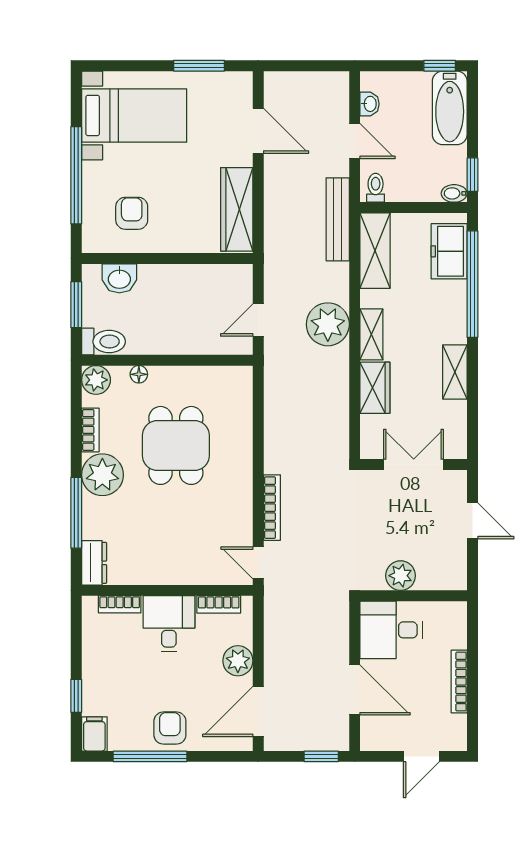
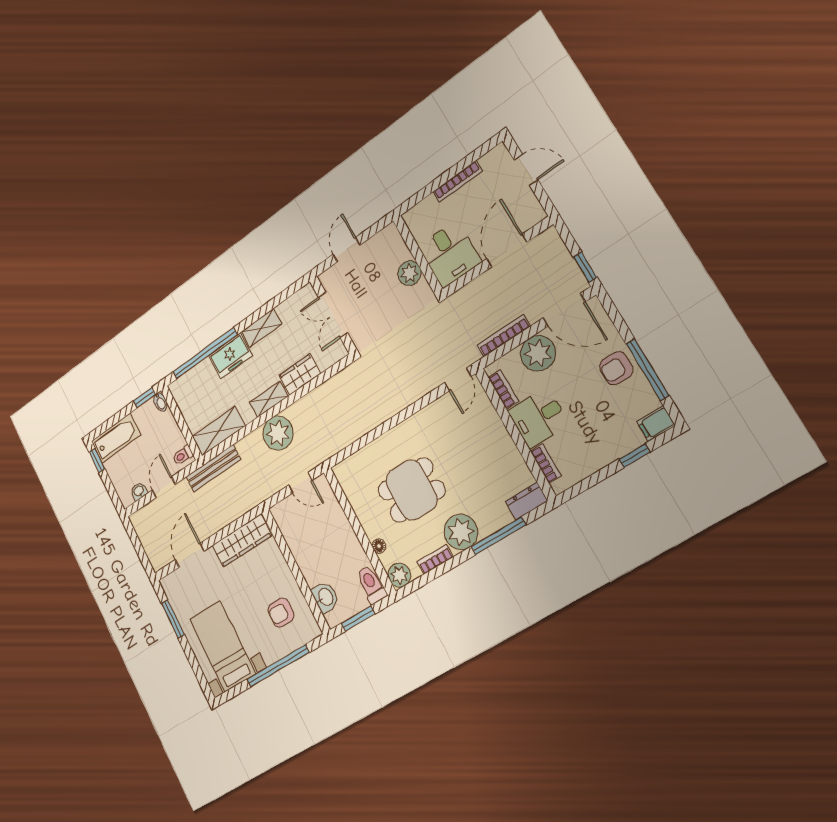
freezer: (449, 251) -> (230, 356), moved
bookcase: (272, 508) -> (503, 336), moved
plant: (238, 661) -> (538, 353), width x1.36, depth x1.36
window: (321, 756) -> (585, 267), moved

